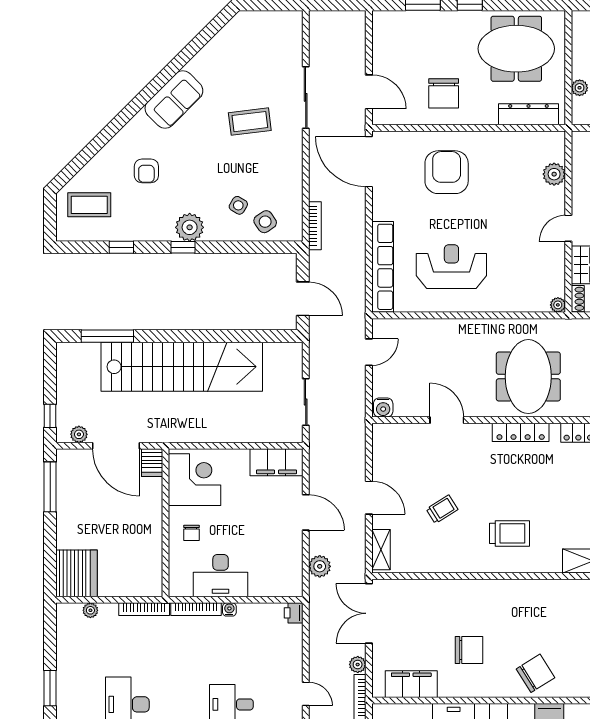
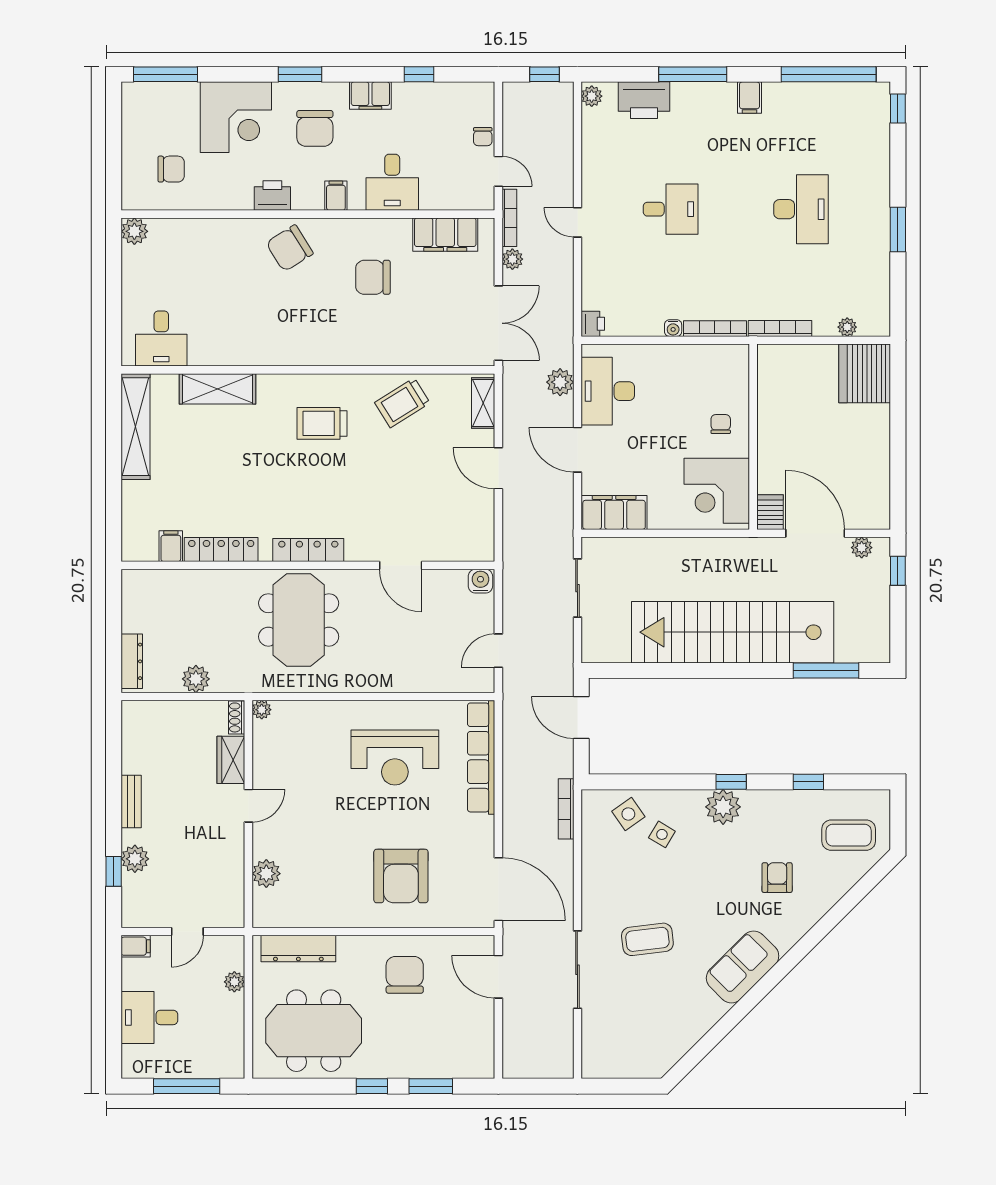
window: (50, 487) -> (898, 482), removed
trolley: (442, 509) -> (402, 403), moved, width x1.36, depth x1.39
desk: (221, 576) -> (608, 391), moved, turned -90

